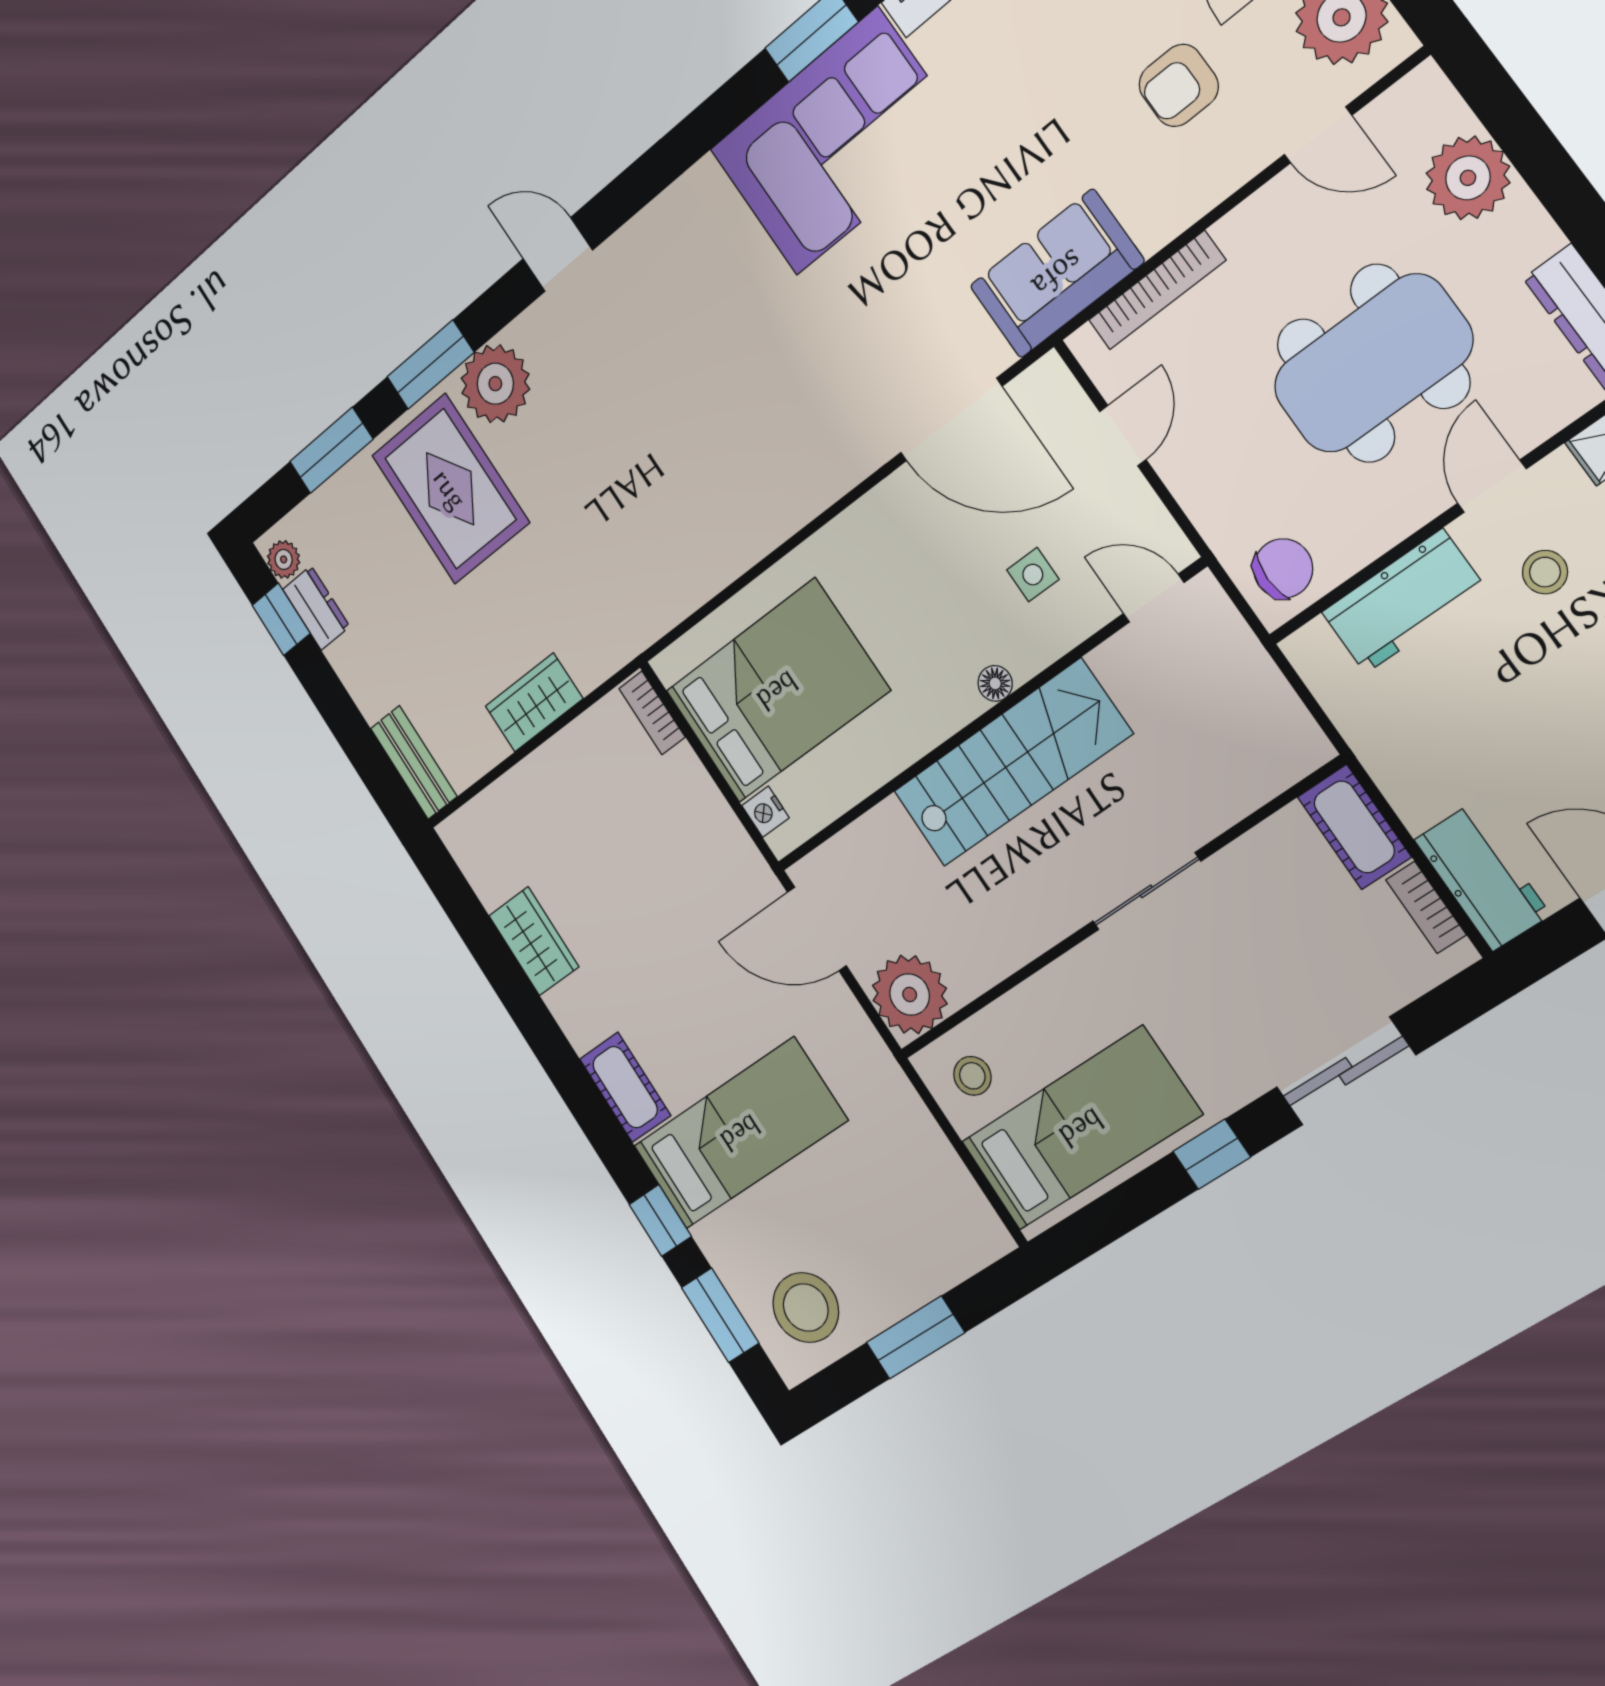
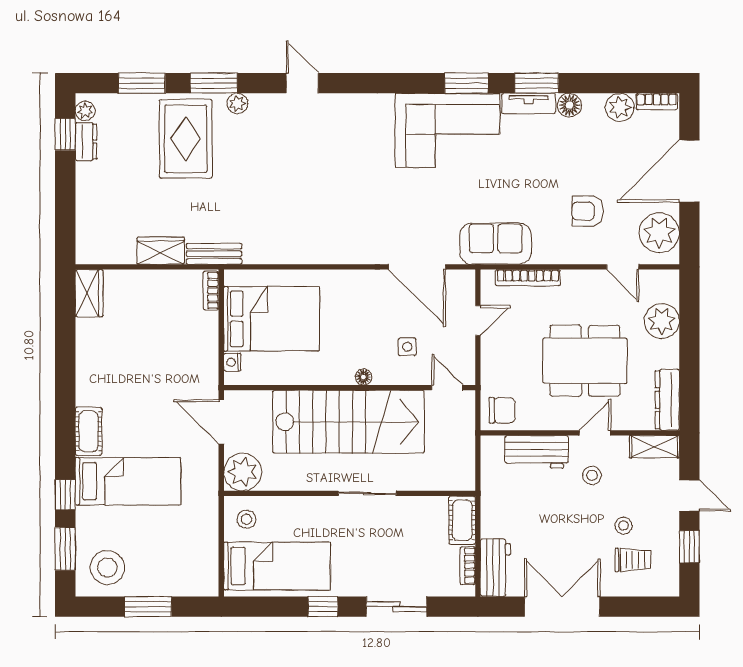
plant: (495, 384) -> (237, 103), width x0.53, depth x0.53
bench: (414, 762) -> (214, 254), moved, turned 90
stairs: (1012, 763) -> (348, 422), width x1.36, depth x1.51
wardrobe: (534, 941) -> (89, 293), moved

